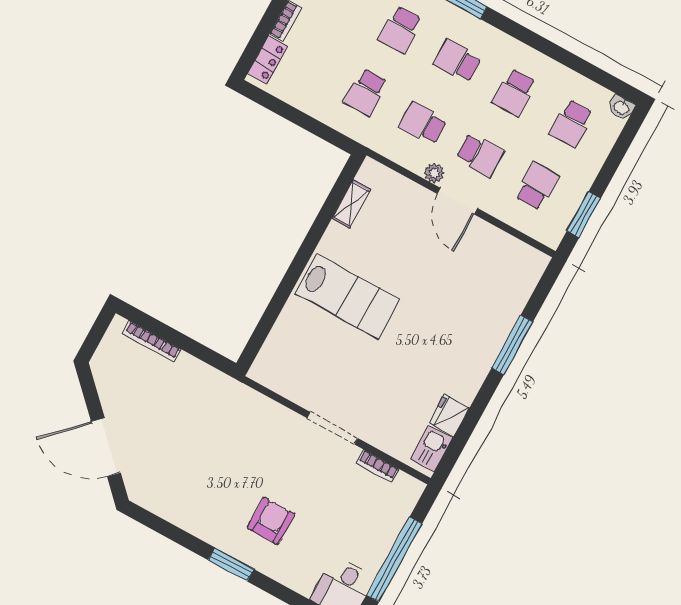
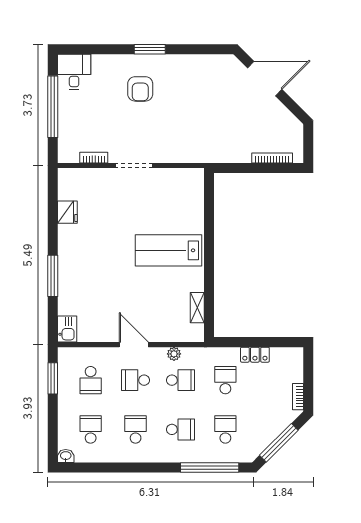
locker: (268, 60) -> (255, 355), moved, turned -90
plant: (434, 173) -> (174, 354), moved
kitchen sink: (432, 448) -> (67, 329), moved

